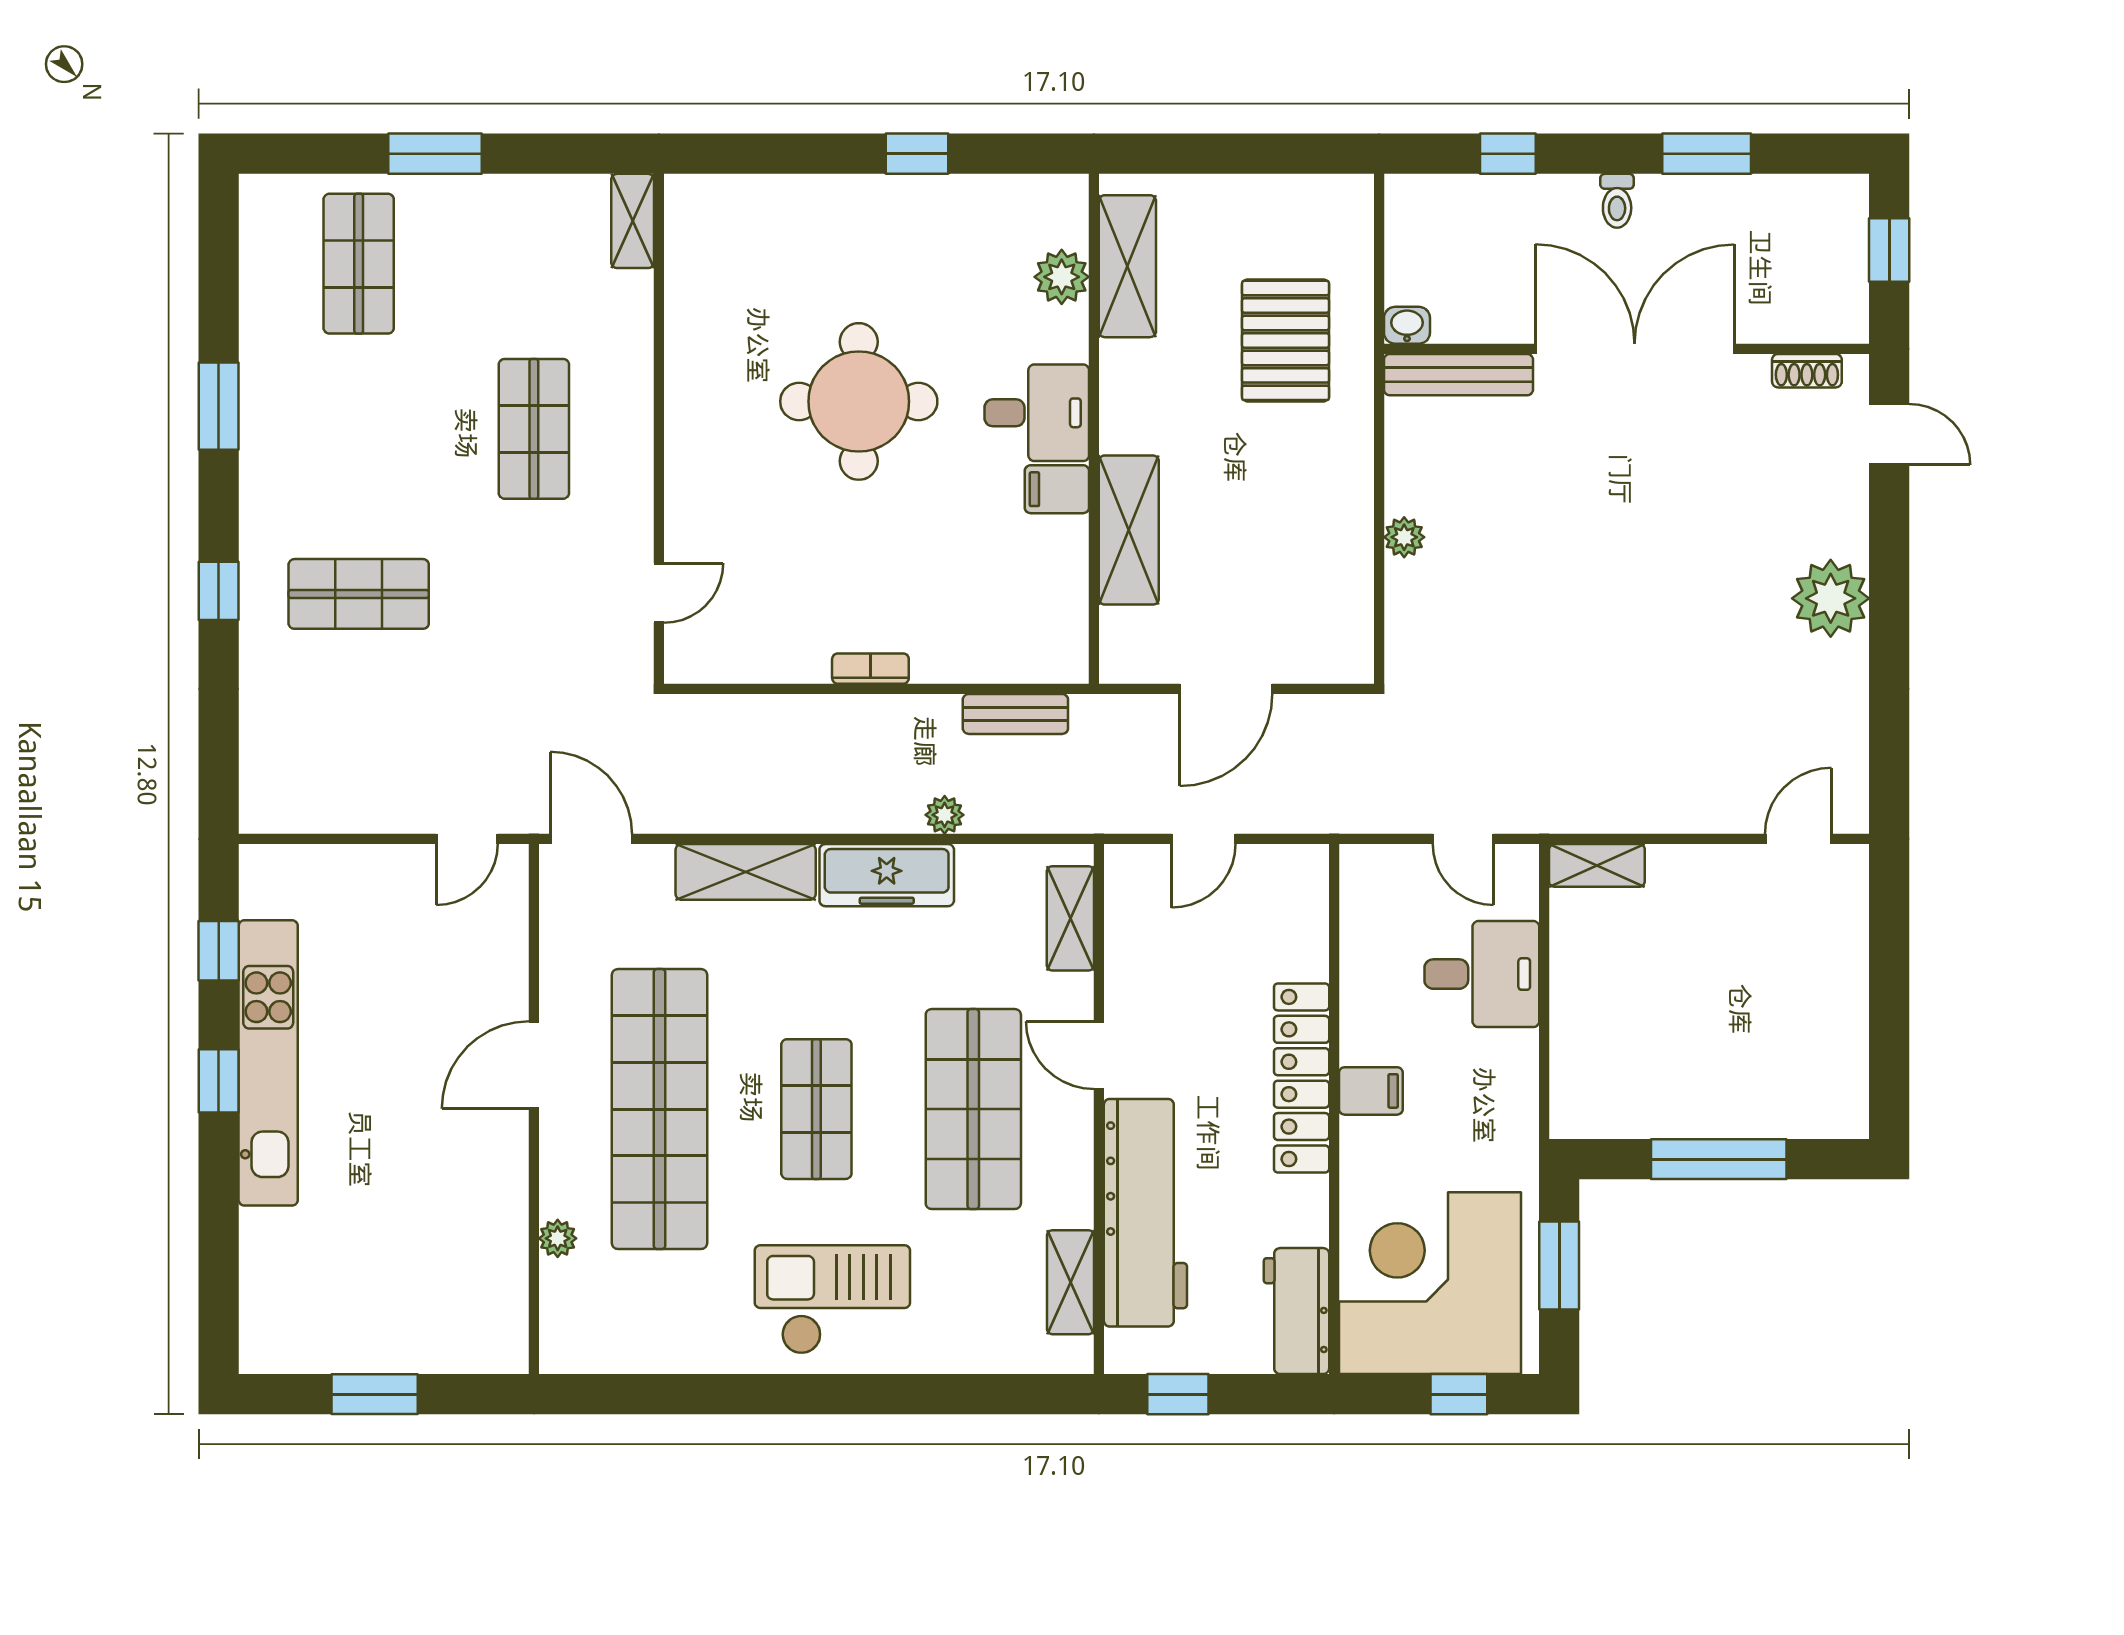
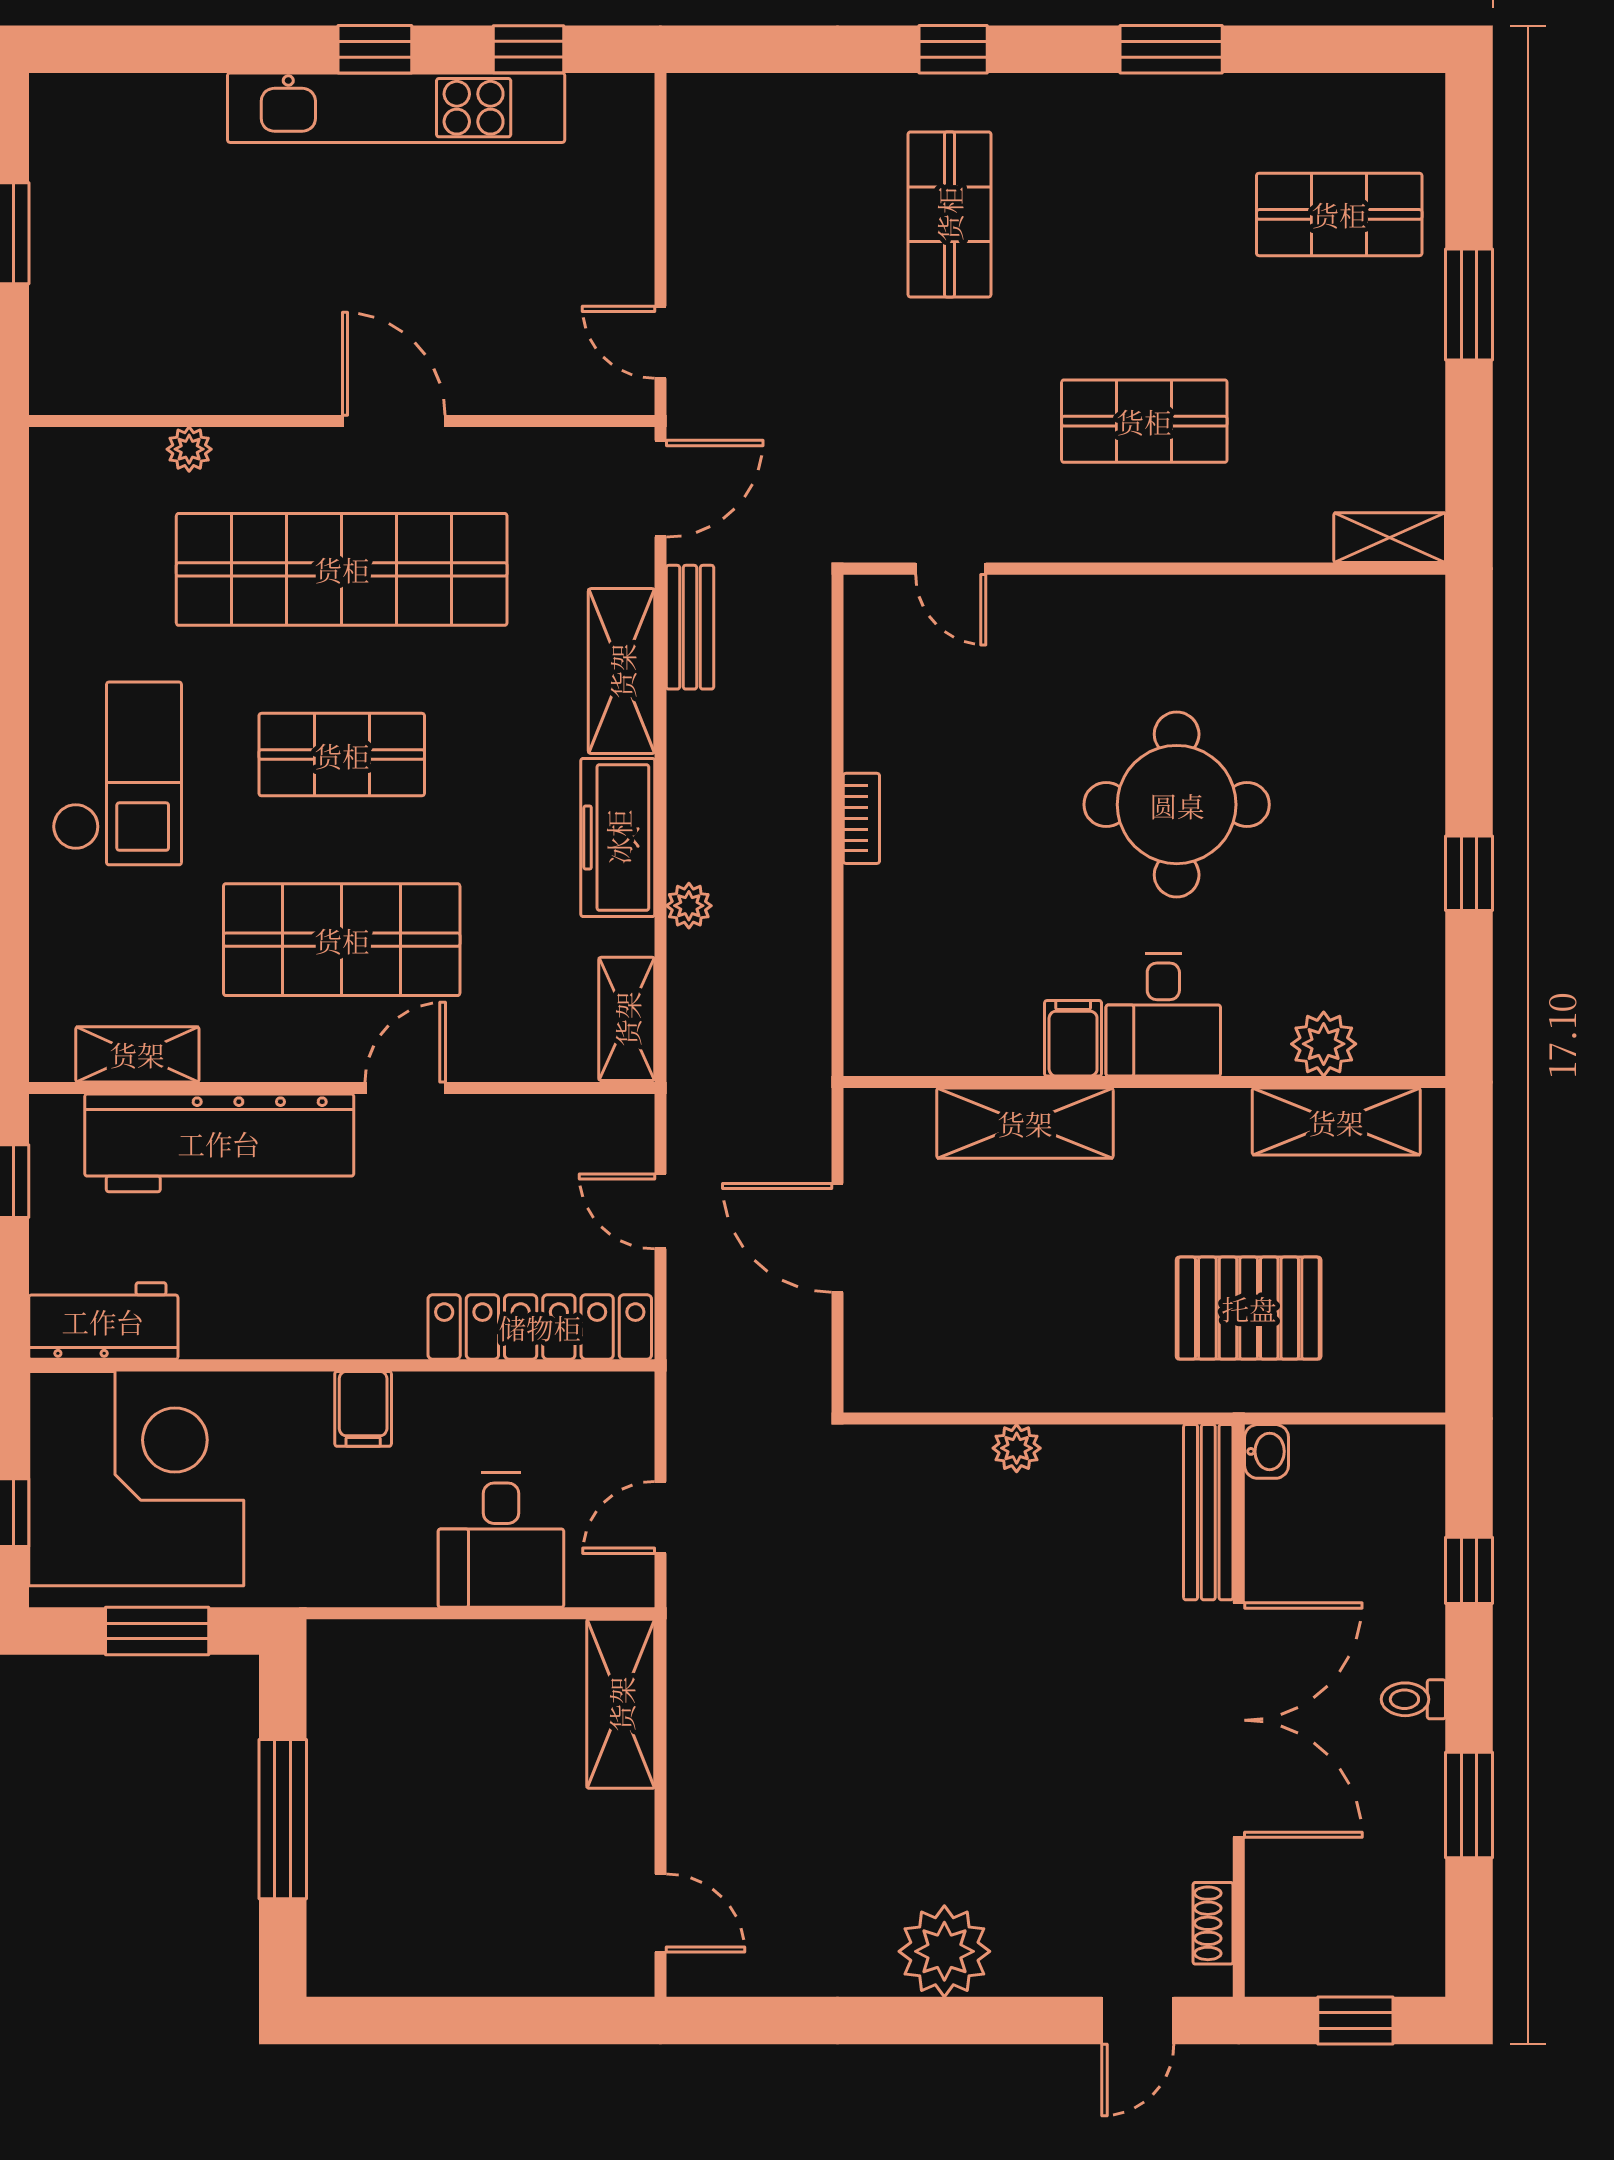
bench: (1015, 714) -> (690, 627), moved
shelving: (1597, 865) -> (621, 1704), width x1.50, depth x1.33
shelving: (1070, 918) -> (627, 1019), moved, turned 90
locker: (1302, 1078) -> (540, 1327), moved

